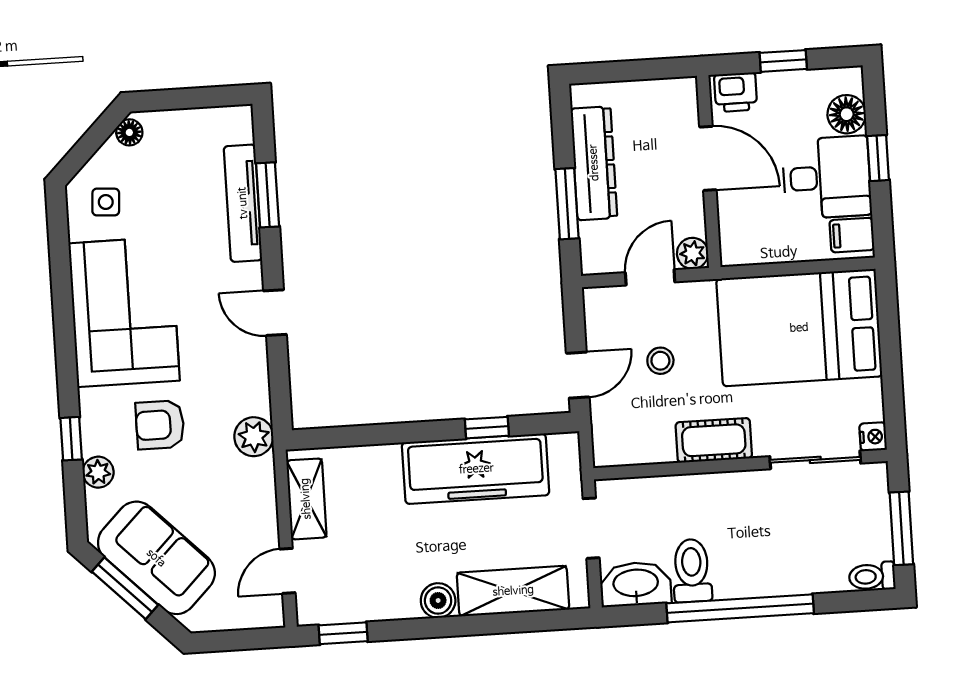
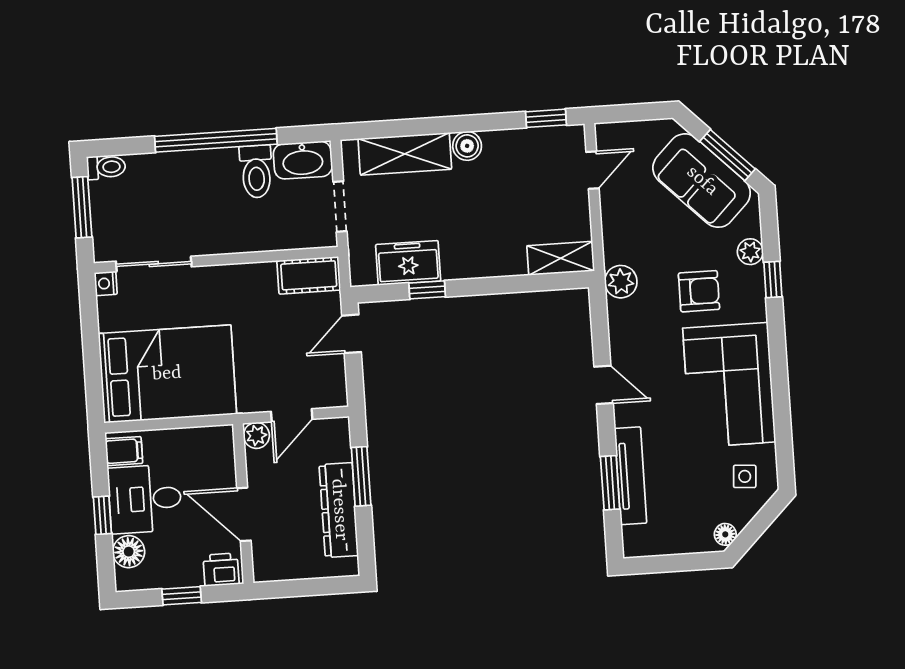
stool: (660, 361) -> (283, 346), removed
cot: (714, 440) -> (309, 275), moved
freezer: (476, 469) -> (408, 263), width x0.52, depth x0.79
shelving: (306, 499) -> (561, 258), moved, turned 90

